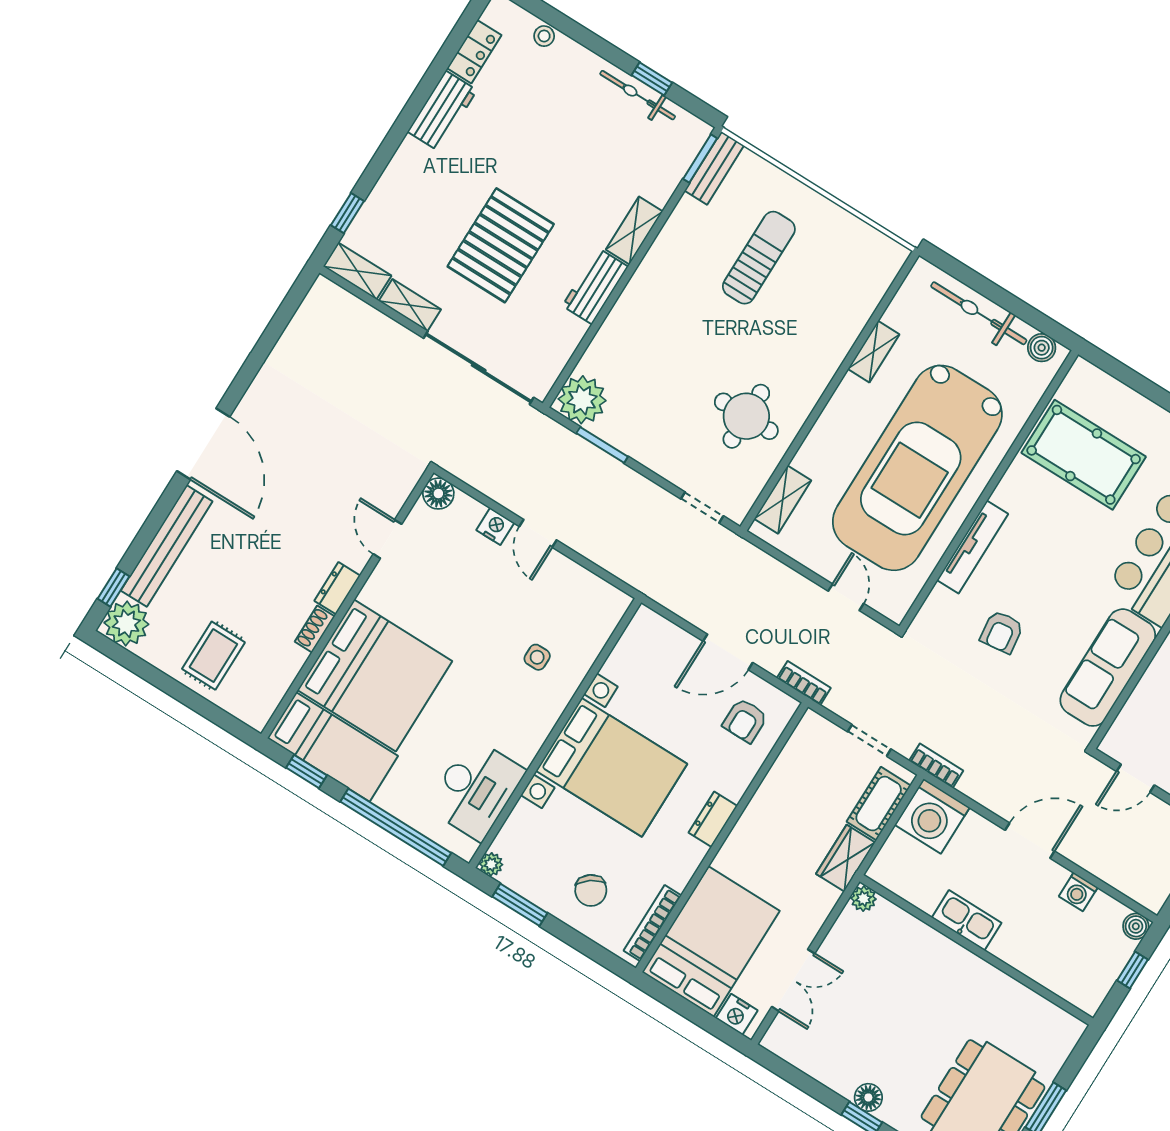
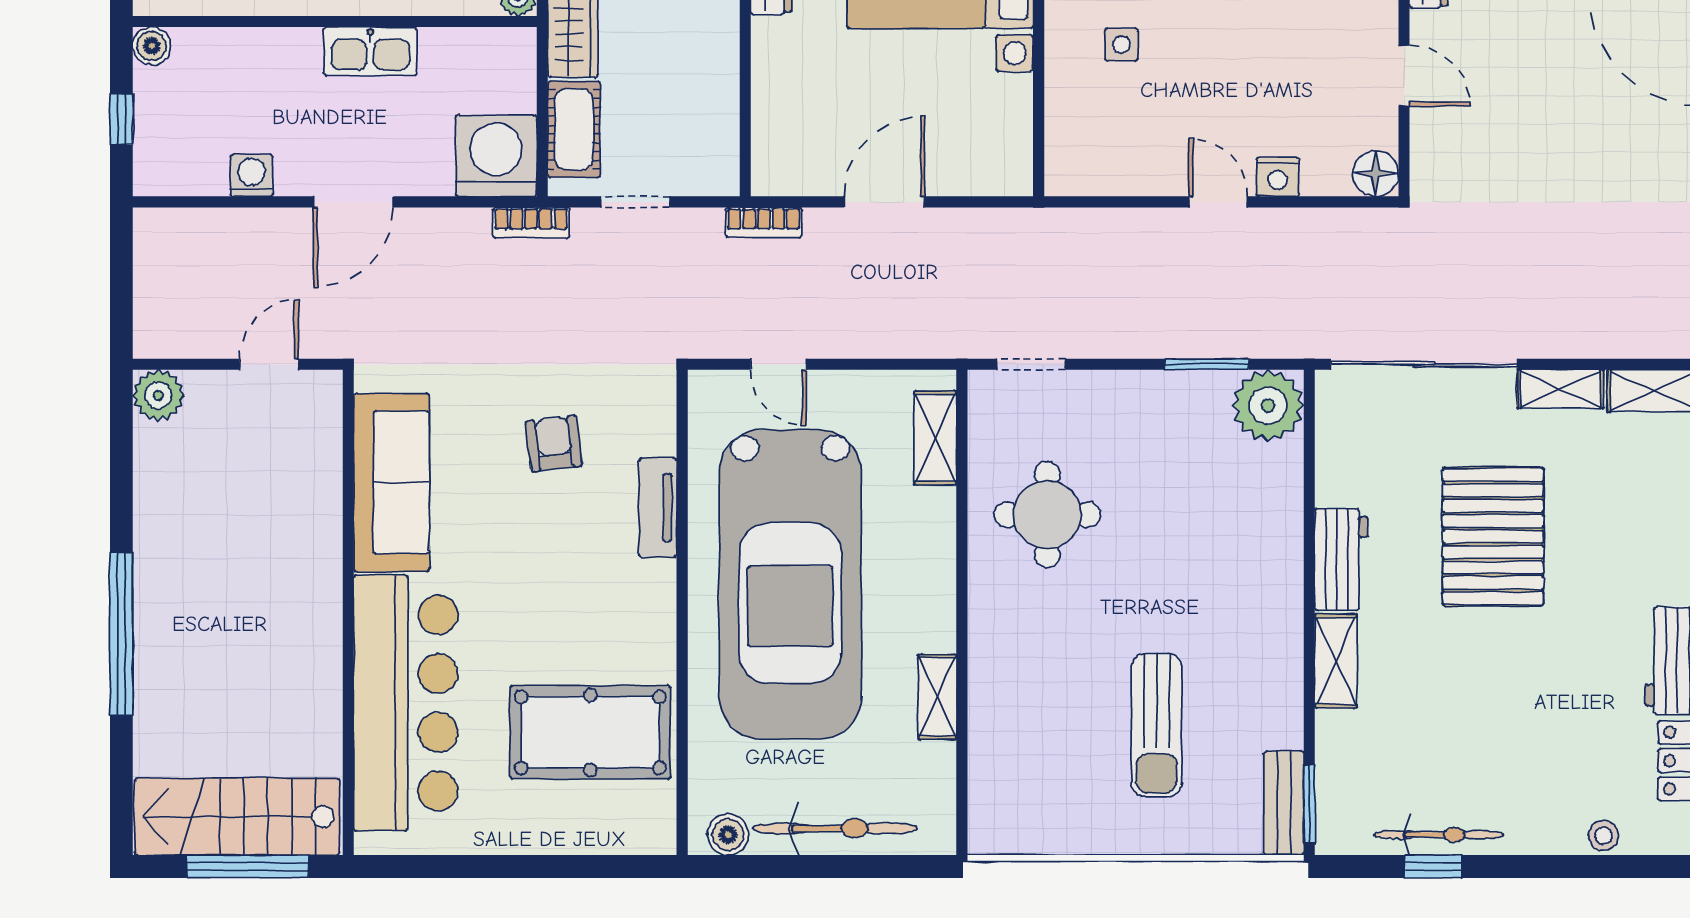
car: (917, 468) -> (790, 584), turned 180
tv unit: (973, 547) -> (658, 508), width x0.71
armchair: (745, 720) -> (808, 129), removed
boiler: (1136, 926) -> (152, 46), moved

